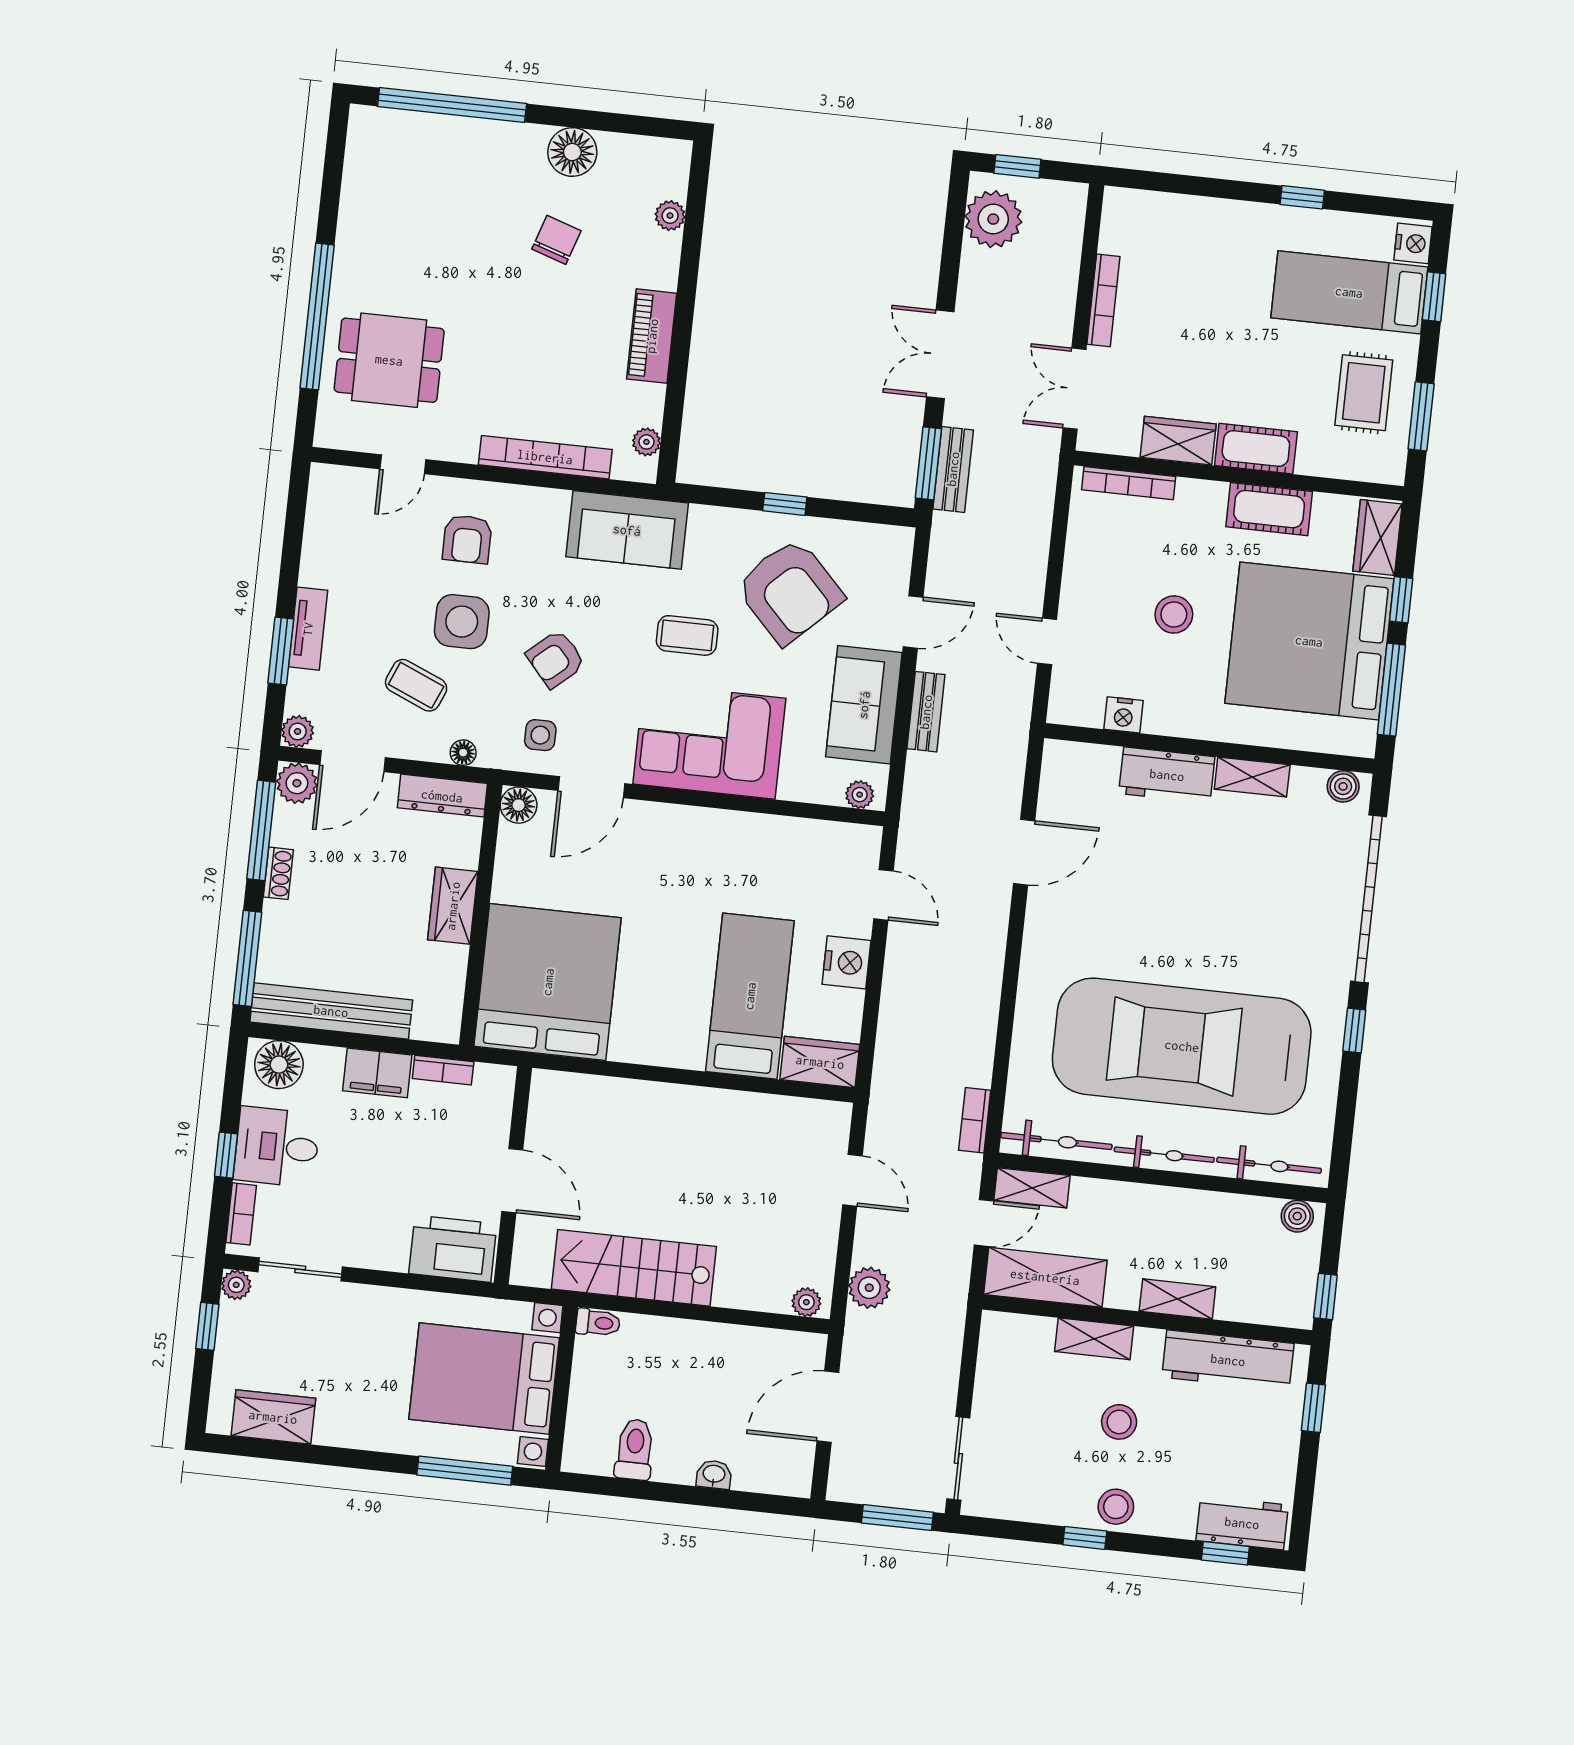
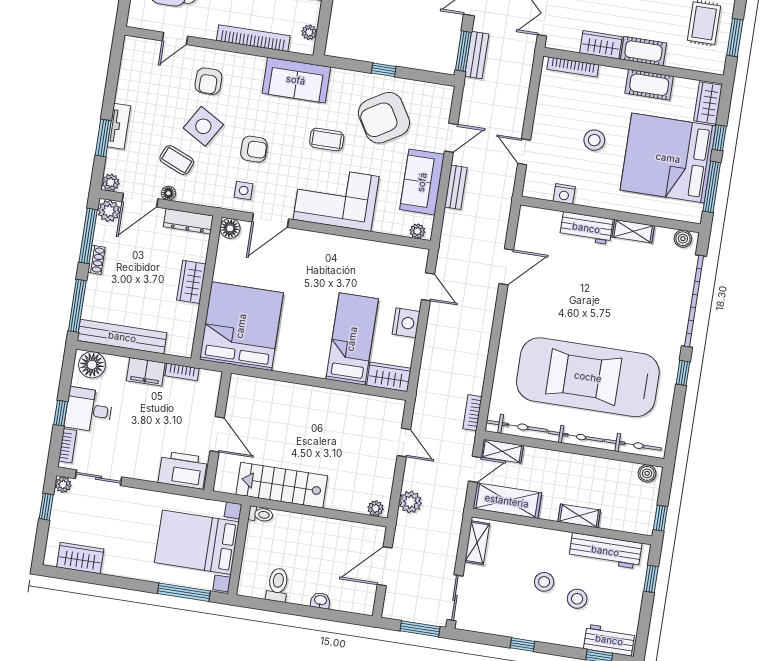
armchair: (789, 591) -> (384, 118), turned 103
side table: (462, 622) -> (203, 126), turned 31
armchair: (556, 659) -> (254, 149), turned -139
floor lamp: (463, 753) -> (168, 193), moved
shelving: (1094, 1339) -> (477, 543), moved, turned 90
stool: (1116, 1507) -> (577, 599), moved

